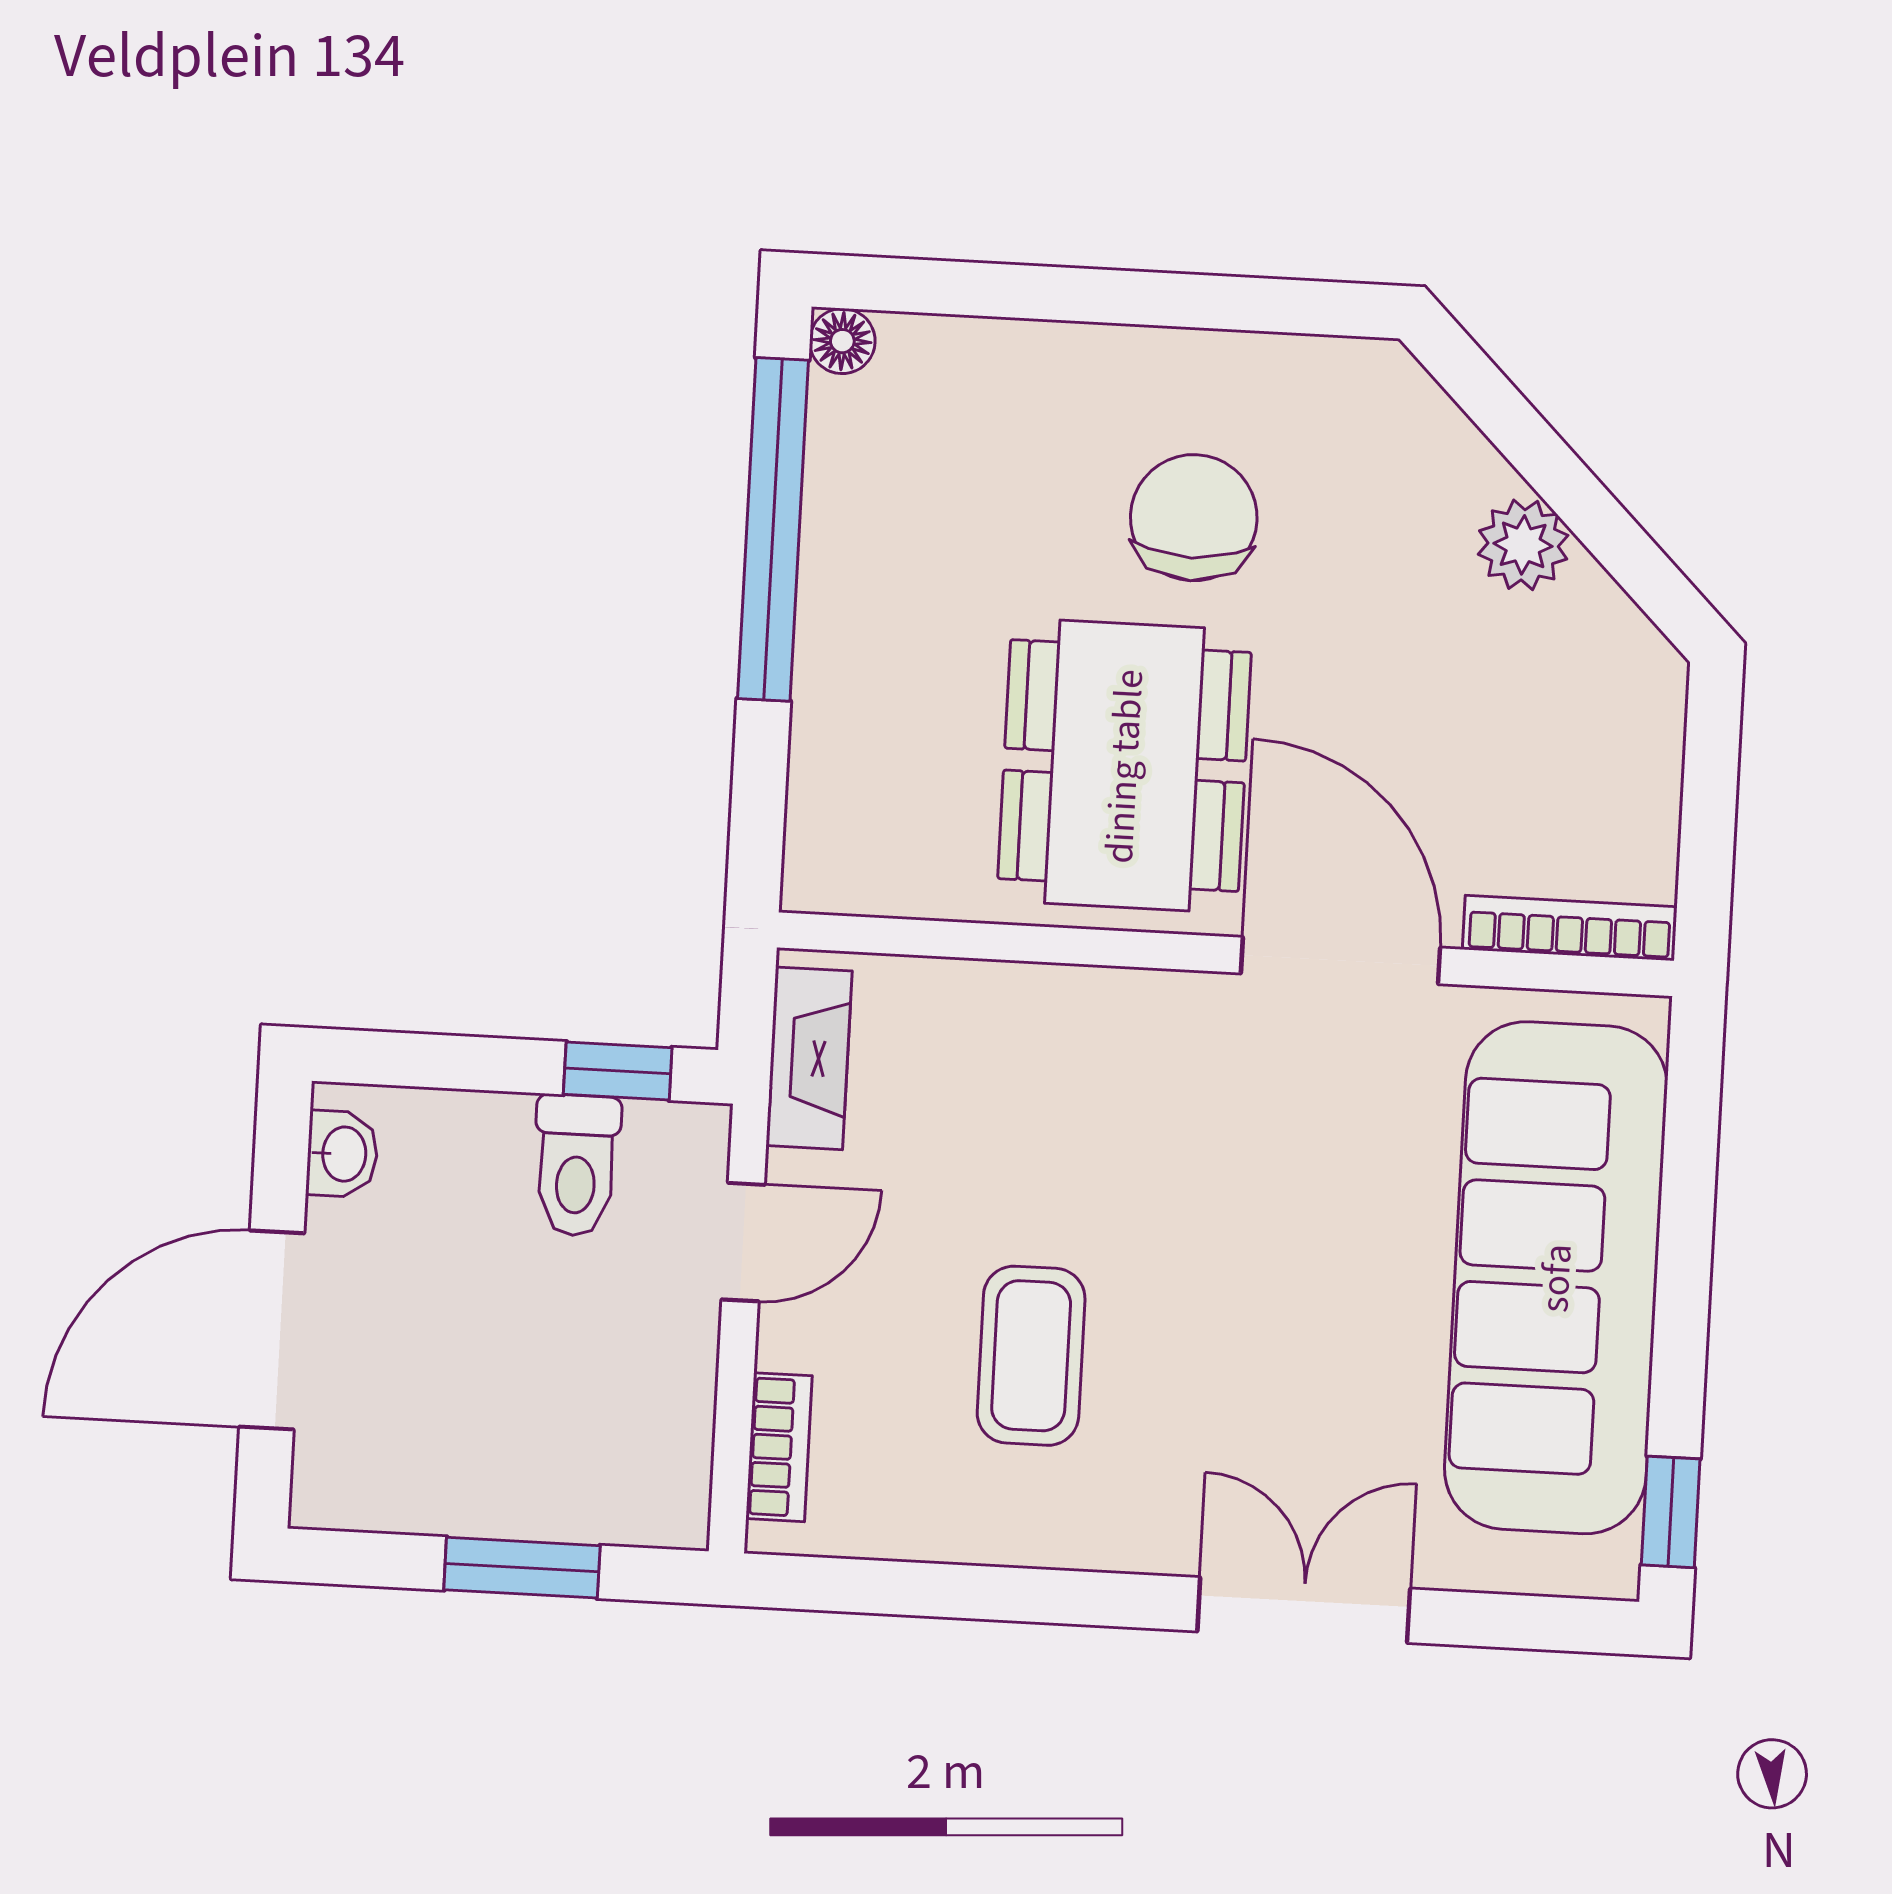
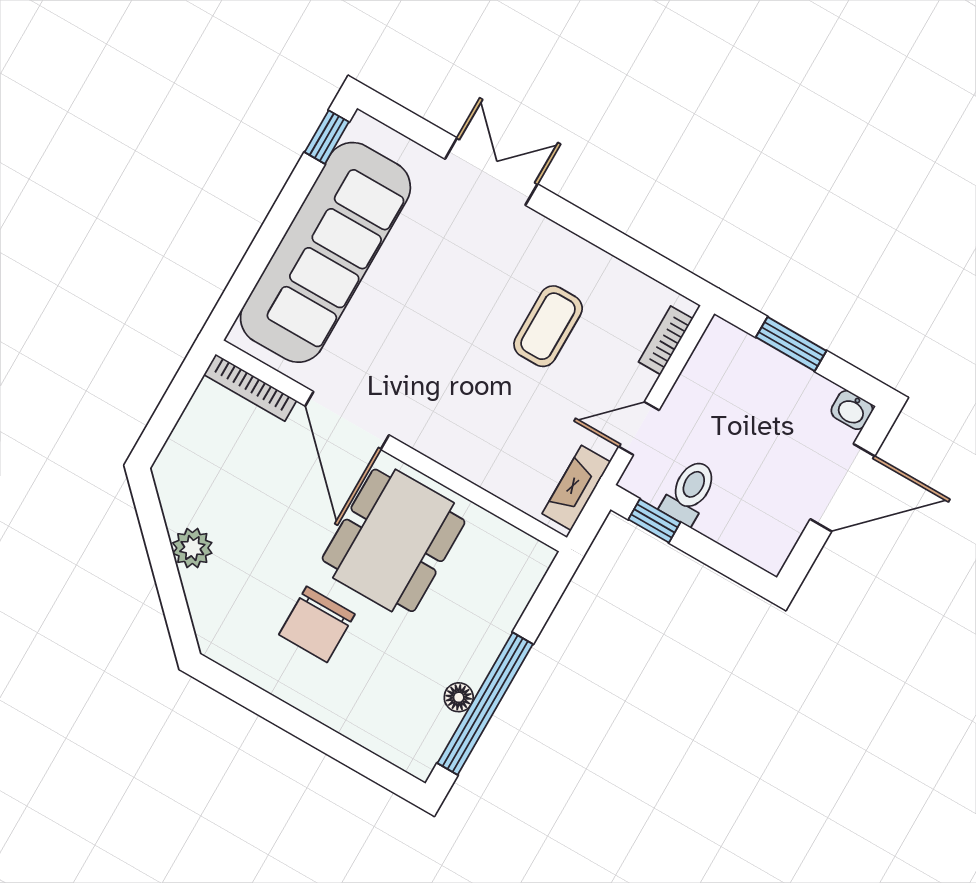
floor lamp: (842, 341) -> (459, 697), moved
washbasin: (342, 1154) -> (852, 410), moved, turned -90
double door: (1304, 1610) -> (491, 172), swing flipped

